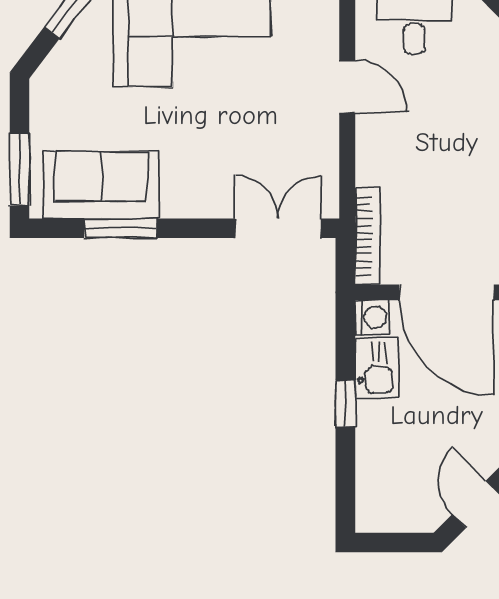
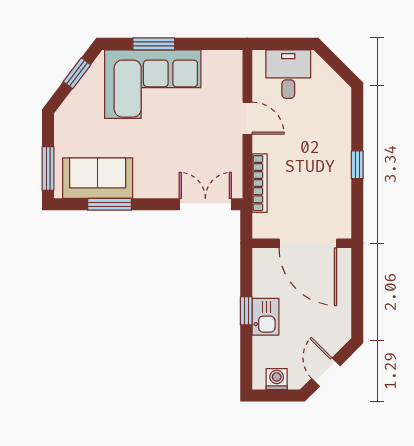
bookcase: (367, 236) -> (260, 183), moved
washing machine: (372, 317) -> (277, 379), moved, turned -90
kitchen sink: (377, 368) -> (265, 317), moved

